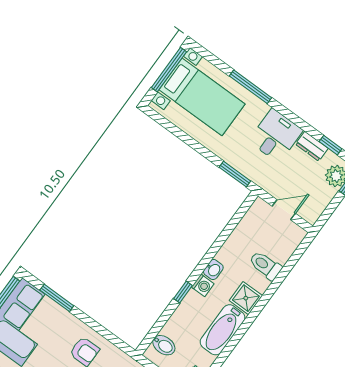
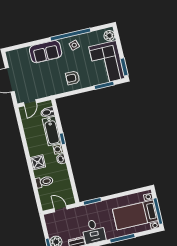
door: (284, 210) -> (61, 209), swing flipped
bathtub: (223, 330) -> (52, 131), moved, turned 180

